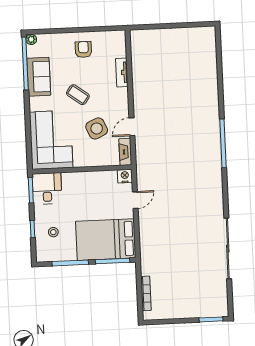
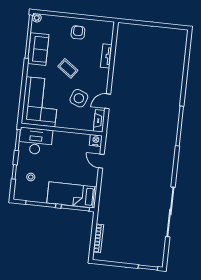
side table: (97, 128) -> (79, 98), turned 45
desk: (47, 188) -> (35, 141), width x1.37
door: (135, 200) -> (101, 161), swing flipped
bed: (106, 240) -> (72, 195), width x0.67

